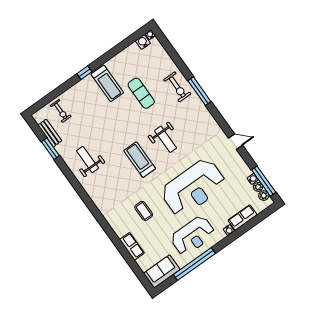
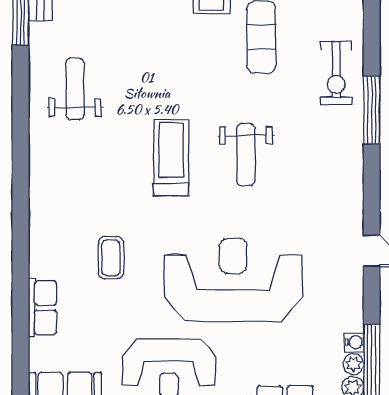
reception desk: (193, 188) -> (233, 280), turned 180

